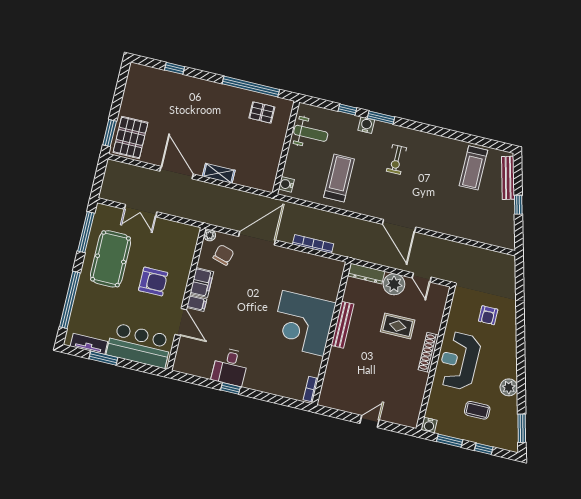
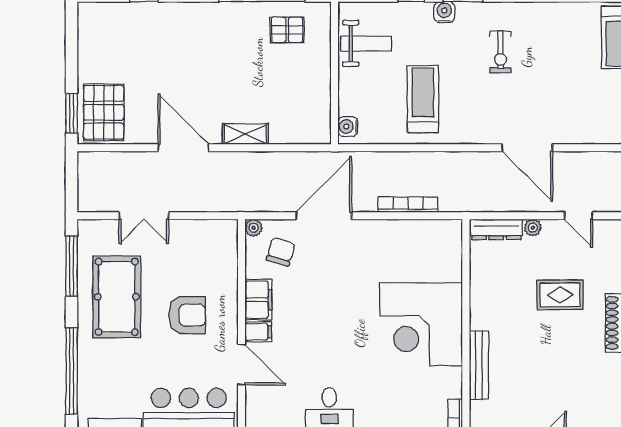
plant: (394, 284) -> (533, 228), width x0.53, depth x0.53
bench: (342, 325) -> (479, 365), moved

